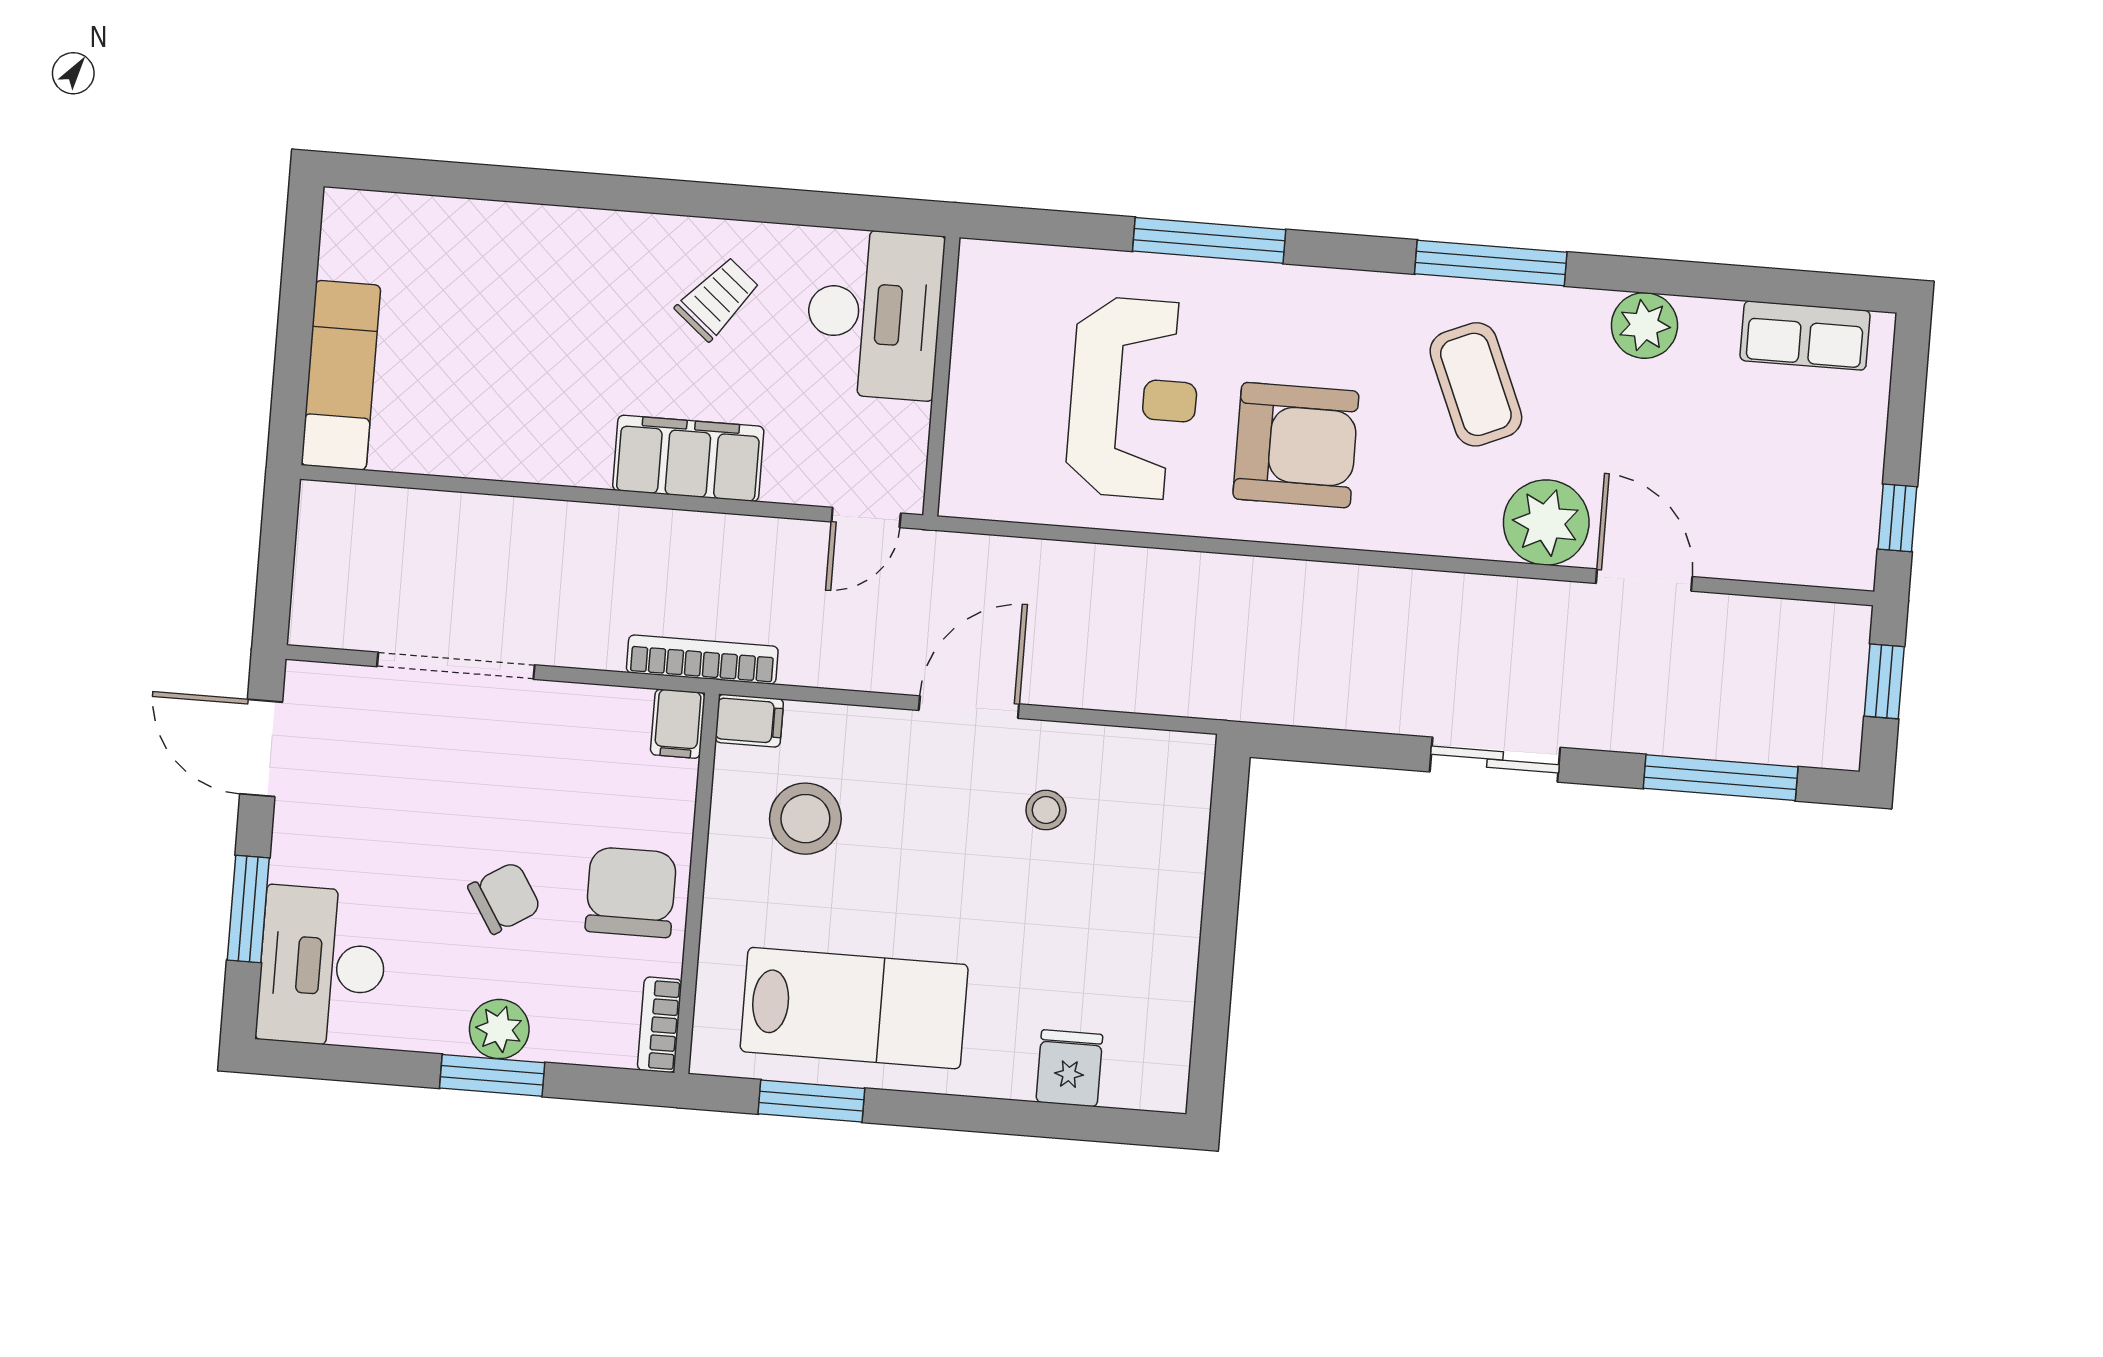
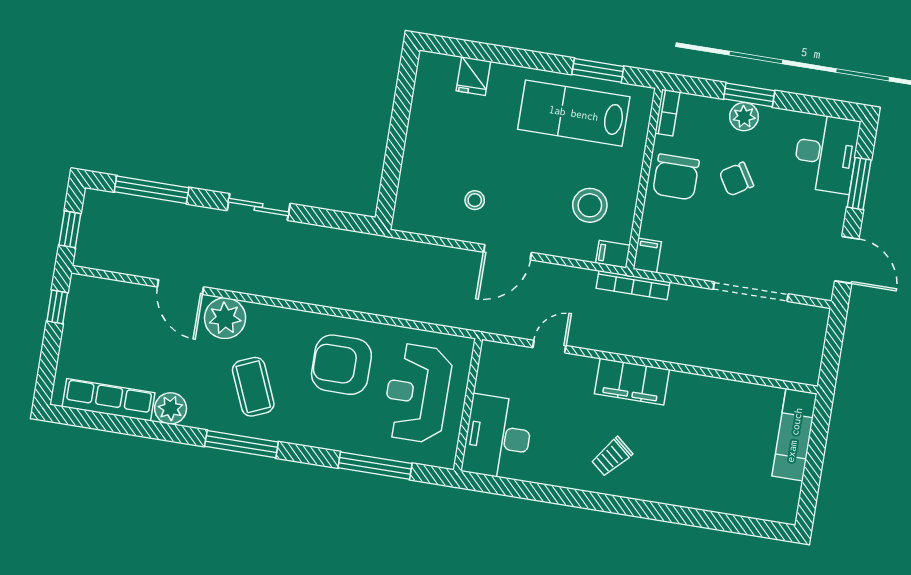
desk: (874, 314) -> (498, 437), moved
row of seats: (1805, 336) -> (109, 400), width x1.48
wall: (941, 376) -> (468, 405), moved

